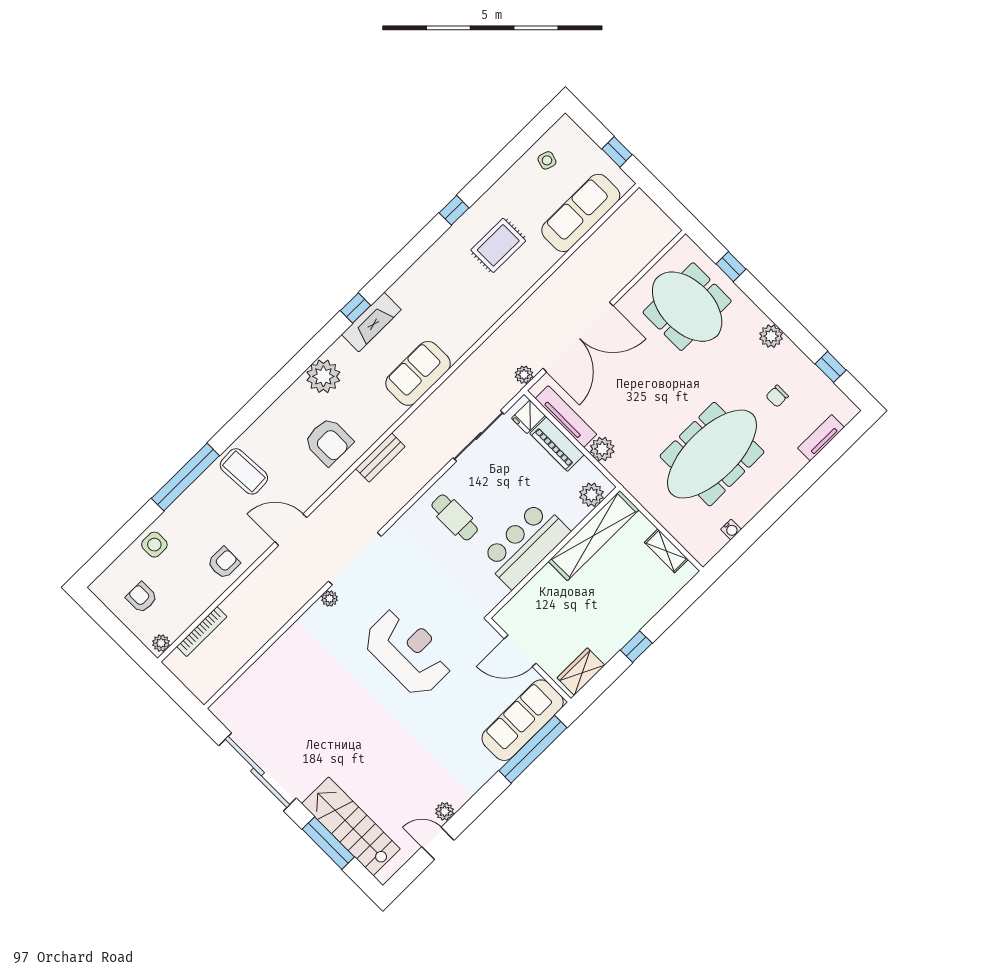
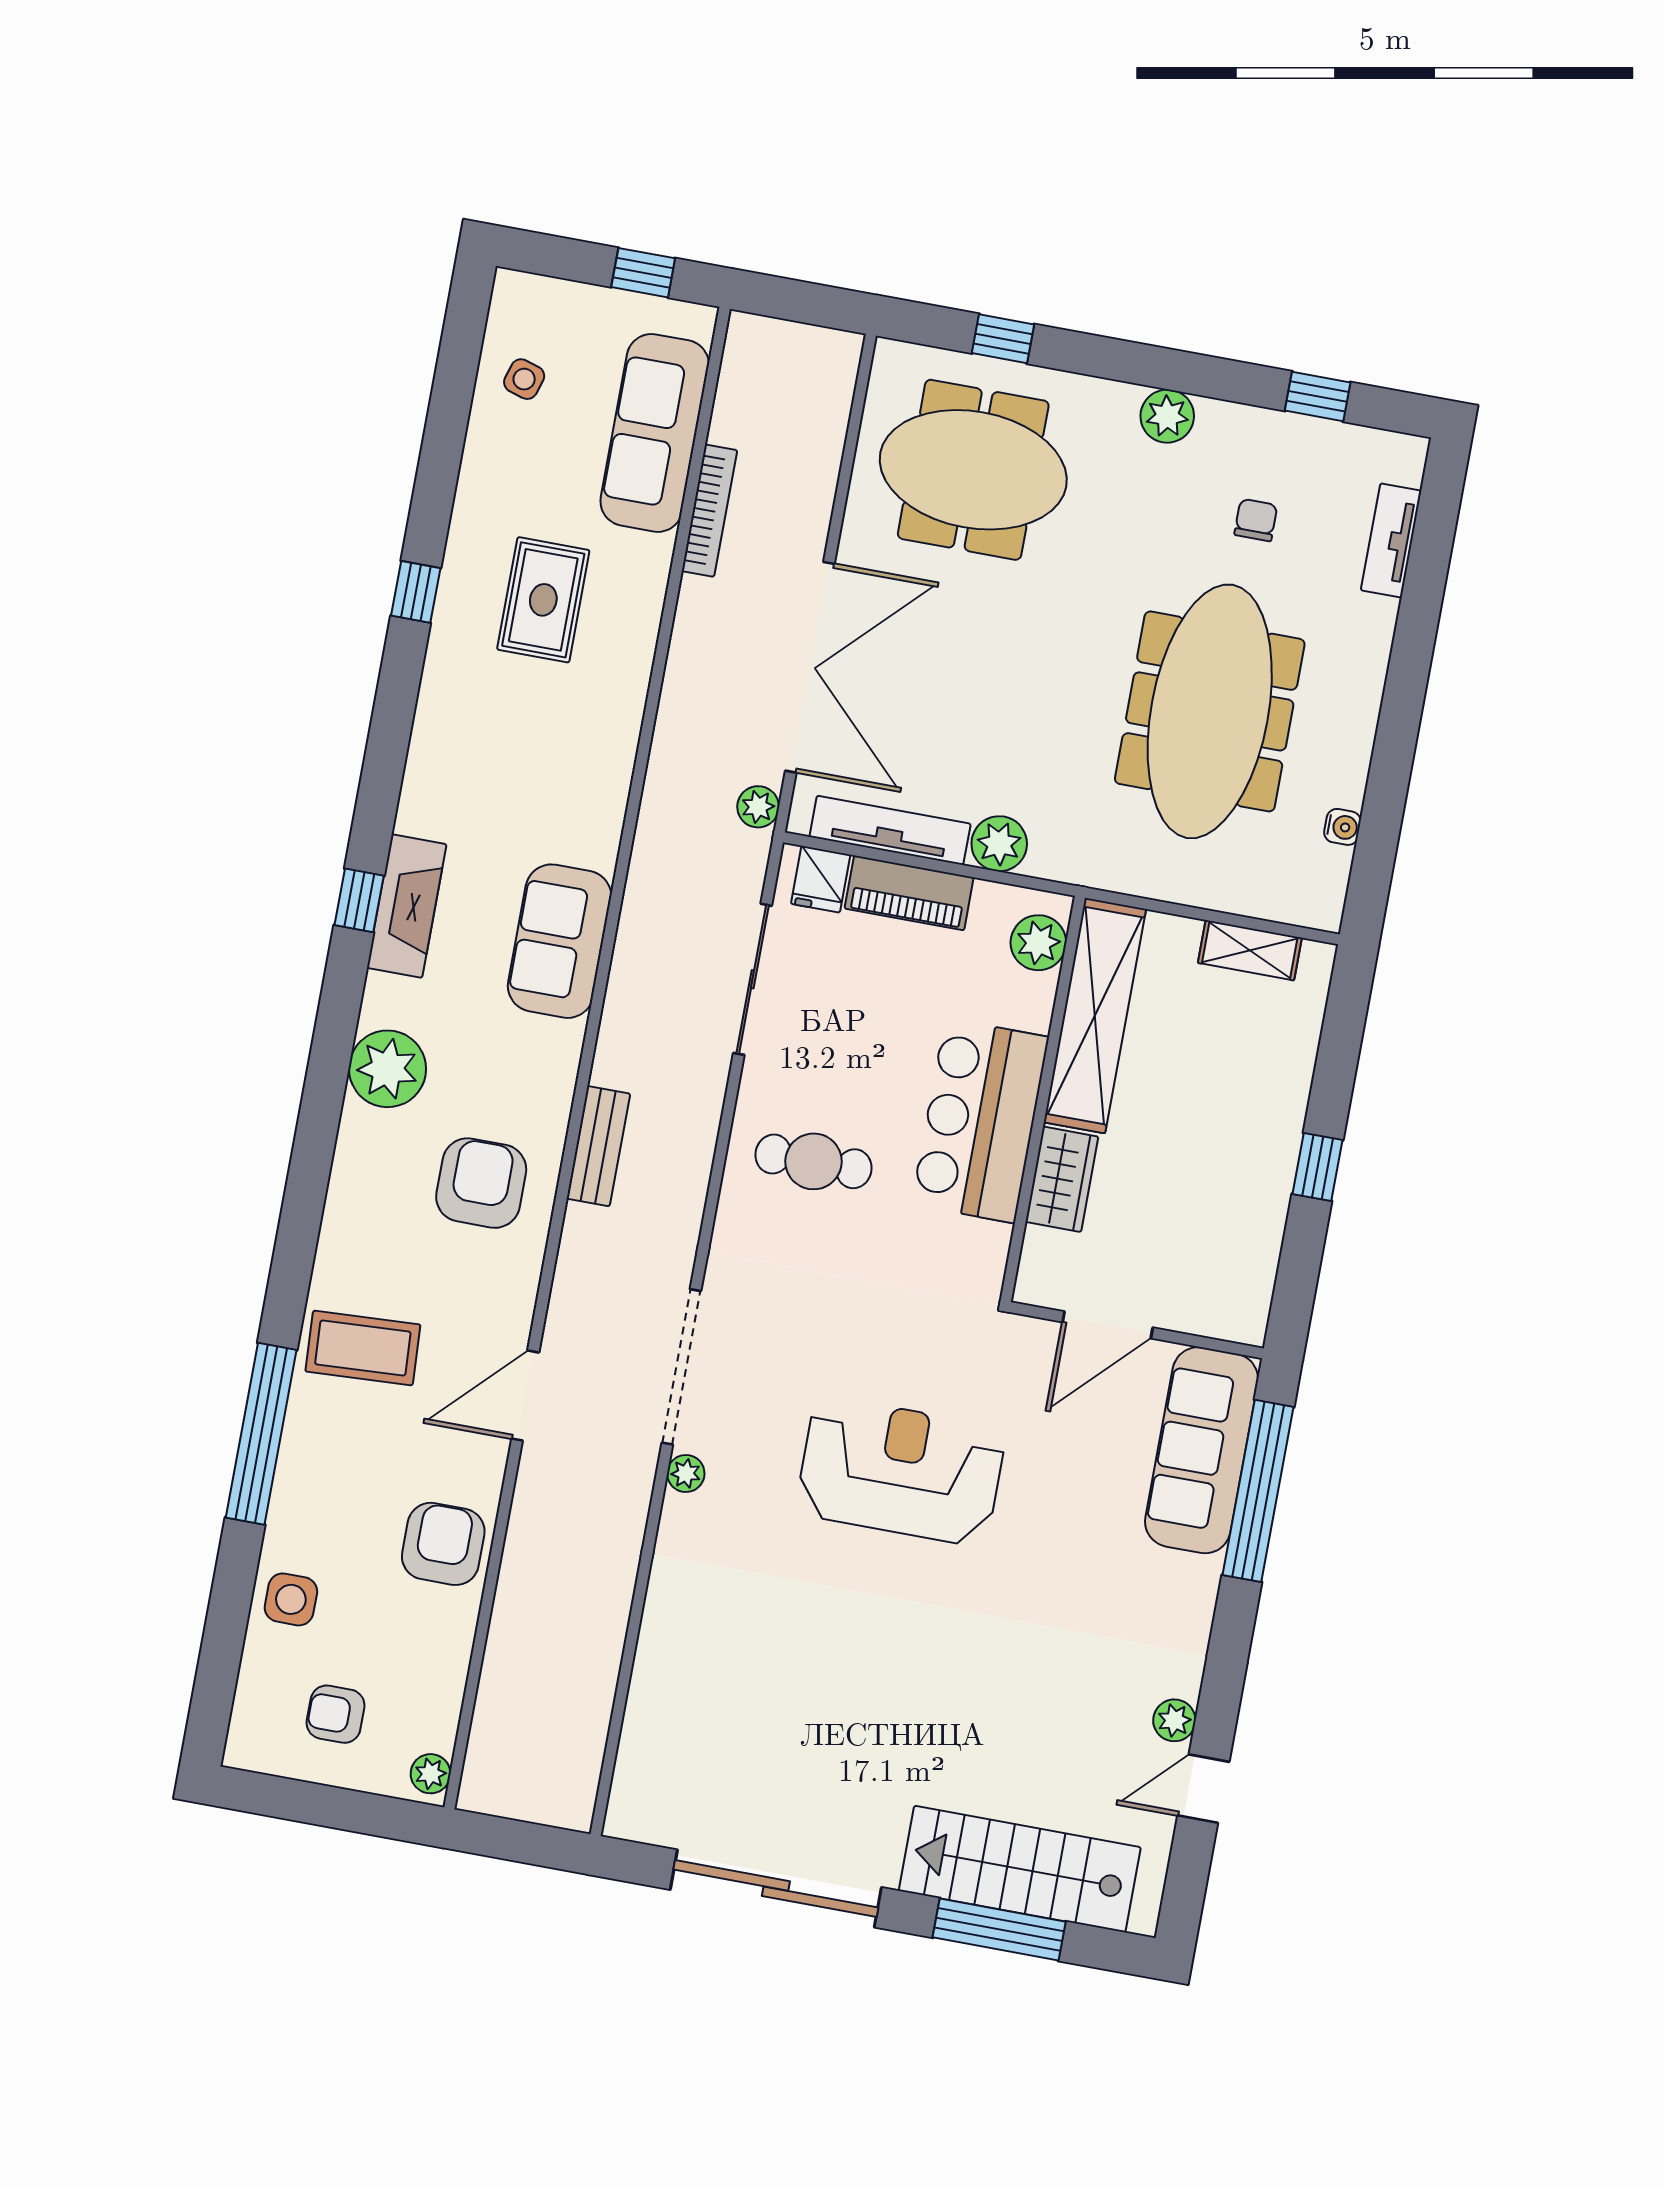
chair: (777, 396) -> (1256, 520), turned 180
armchair: (329, 441) -> (481, 1183), turned -90
armchair: (224, 563) -> (443, 1544), width x1.38, depth x1.38
bookcase: (202, 632) -> (709, 511), moved
wardrobe: (581, 672) -> (1062, 1179), moved, turned 180

